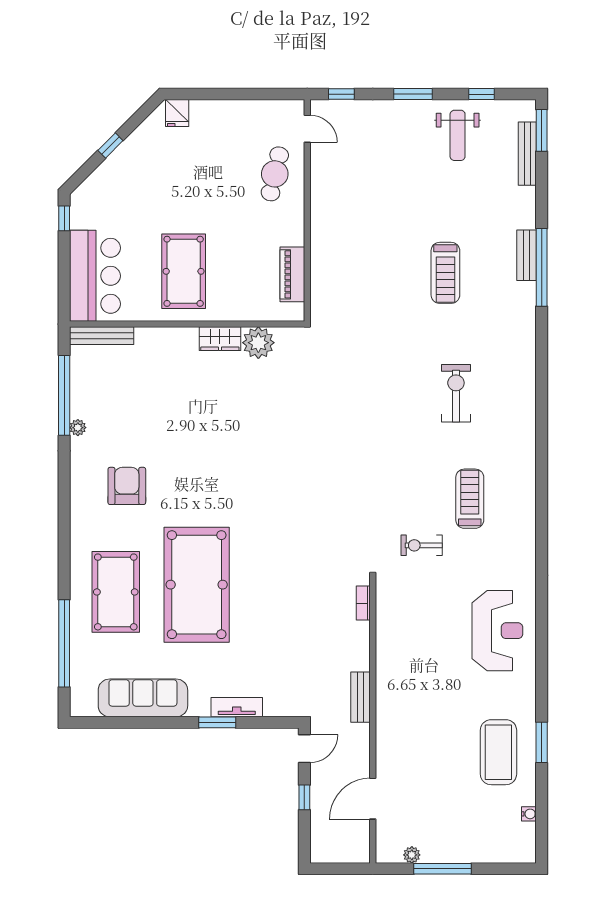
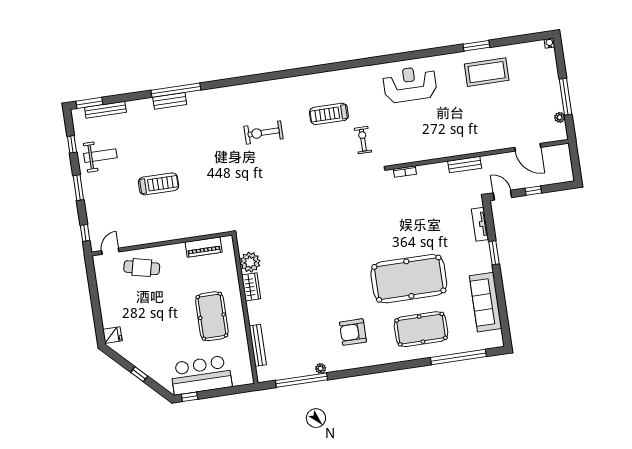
pool table: (184, 271) -> (212, 316), turned 90
treadmill: (445, 273) -> (159, 184), moved
bar counter: (95, 276) -> (201, 375), moved
bench: (102, 336) -> (258, 345), moved
exercise bike: (422, 545) -> (363, 140), turned 180
tv unit: (237, 707) -> (480, 224), moved
water cooler: (529, 814) -> (549, 43), moved

